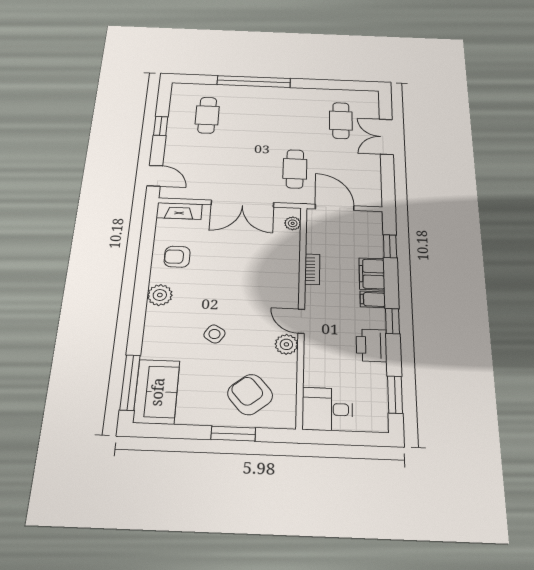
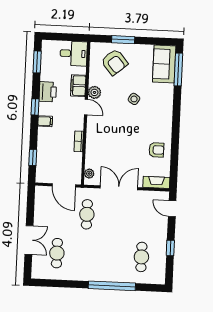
filing cabinet: (372, 274) -> (78, 86), moved, turned 180
plant: (160, 295) -> (165, 124), removed

